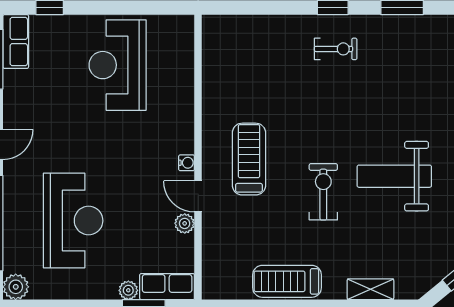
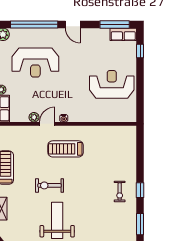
treadmill: (249, 159) -> (66, 149), turned 180
exercise bike: (323, 192) -> (50, 185), turned 180

